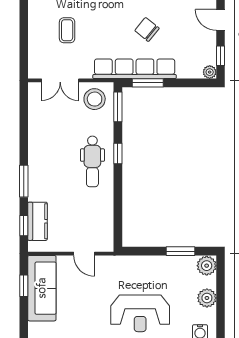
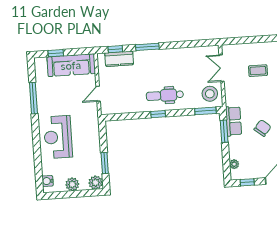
row of seats: (135, 69) -> (234, 121), width x0.50
plant: (210, 72) -> (234, 164), moved
window: (118, 153) -> (158, 114), moved
window: (24, 286) -> (56, 53), moved

